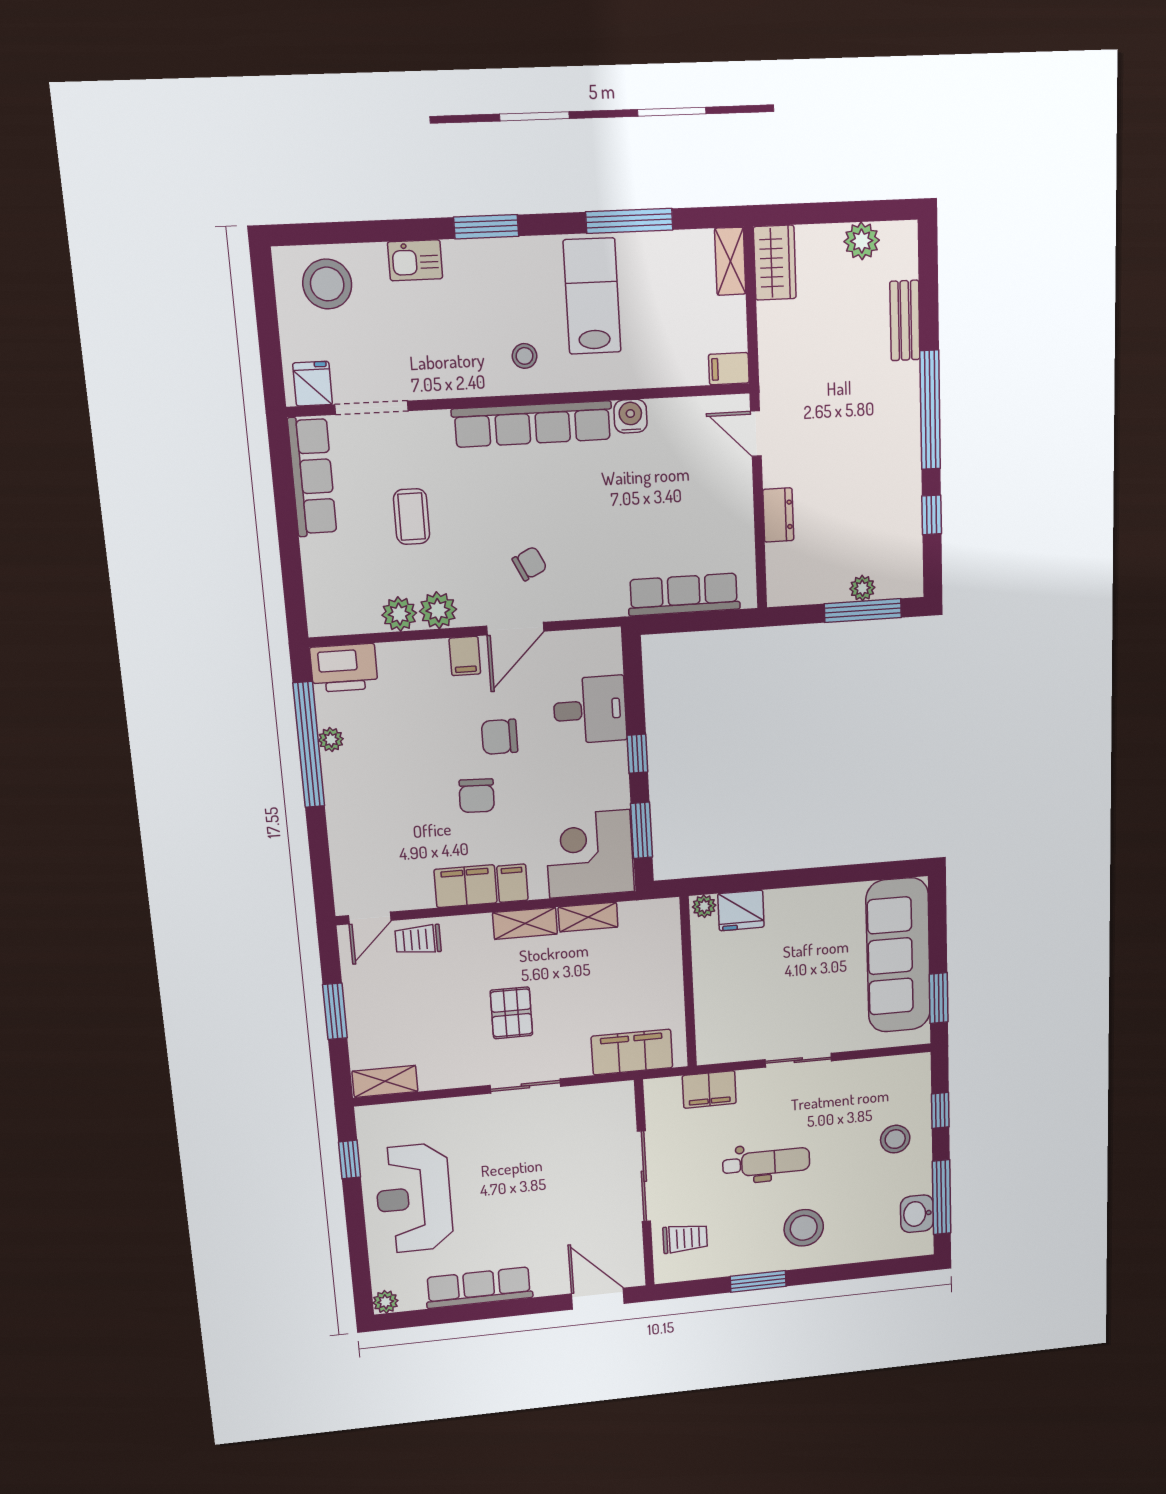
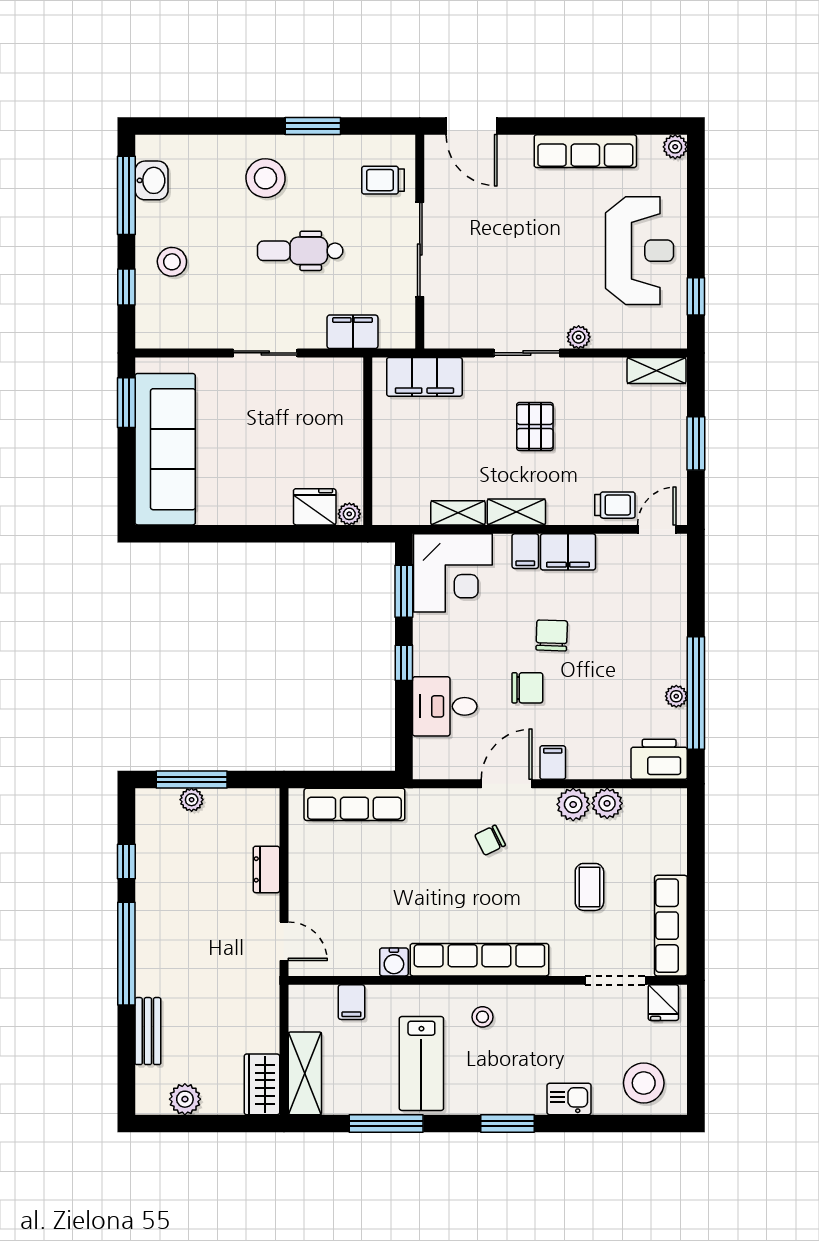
shelving: (730, 261) -> (305, 1073), width x1.50, depth x1.33
filing cabinet: (729, 369) -> (351, 1002), moved, turned 90
plant: (472, 1107) -> (579, 337), added

